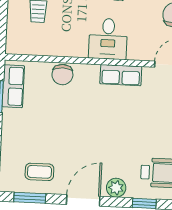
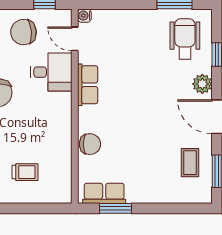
desk: (108, 39) -> (51, 72), moved

